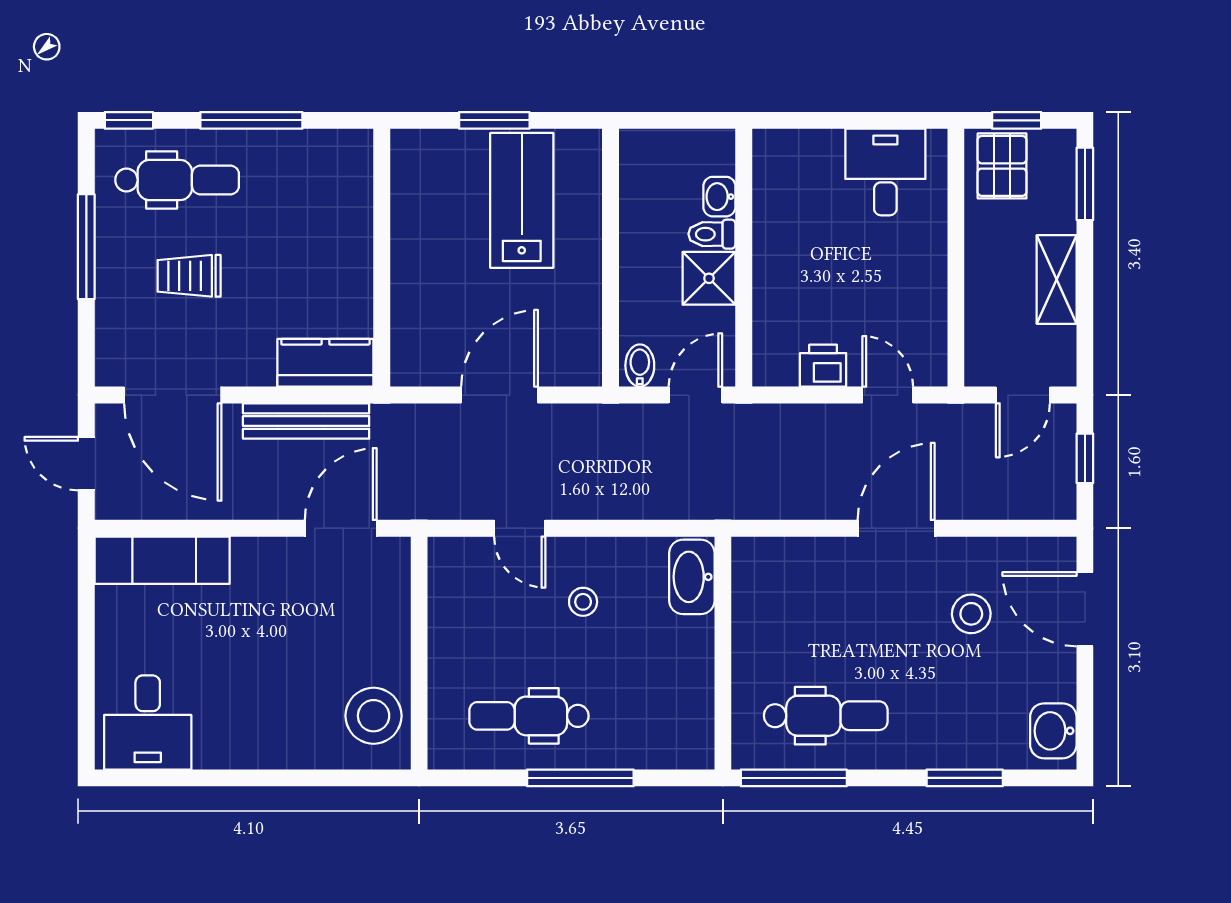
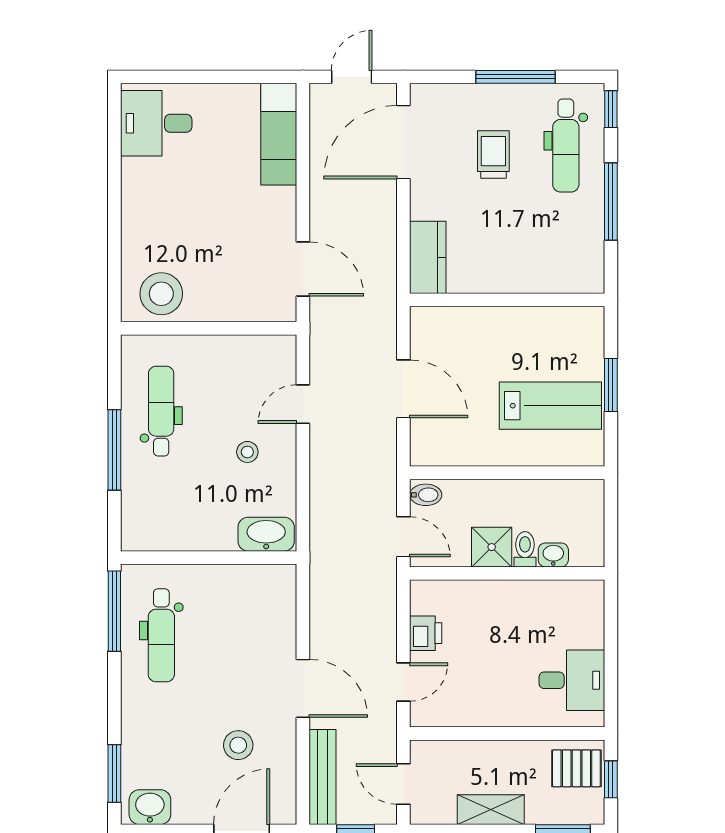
bench: (306, 421) -> (323, 777), moved
window: (965, 778) -> (114, 774), moved

